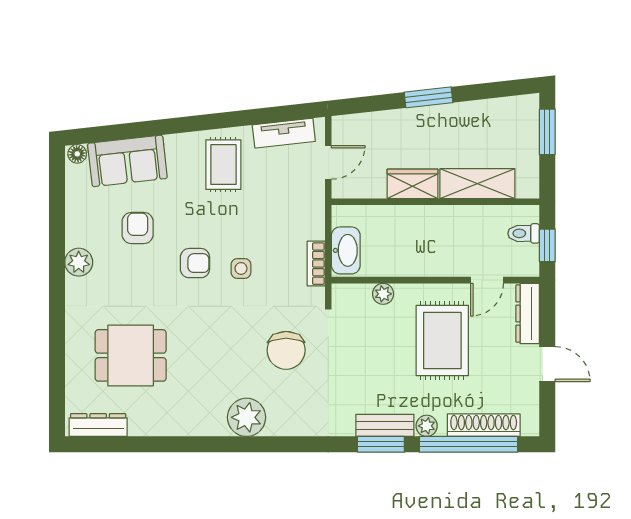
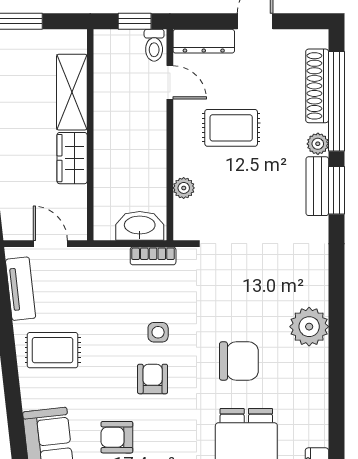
toilet: (524, 233) -> (154, 45), moved
rug: (442, 340) -> (231, 128), width x0.73, depth x0.70
chair: (286, 350) -> (239, 361), moved

